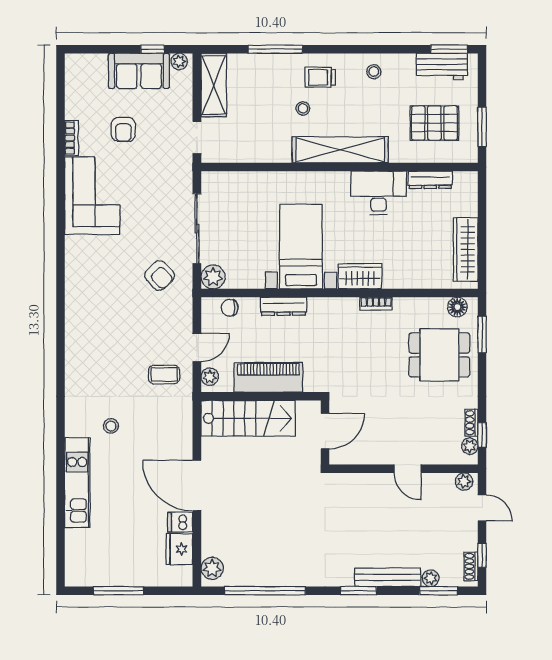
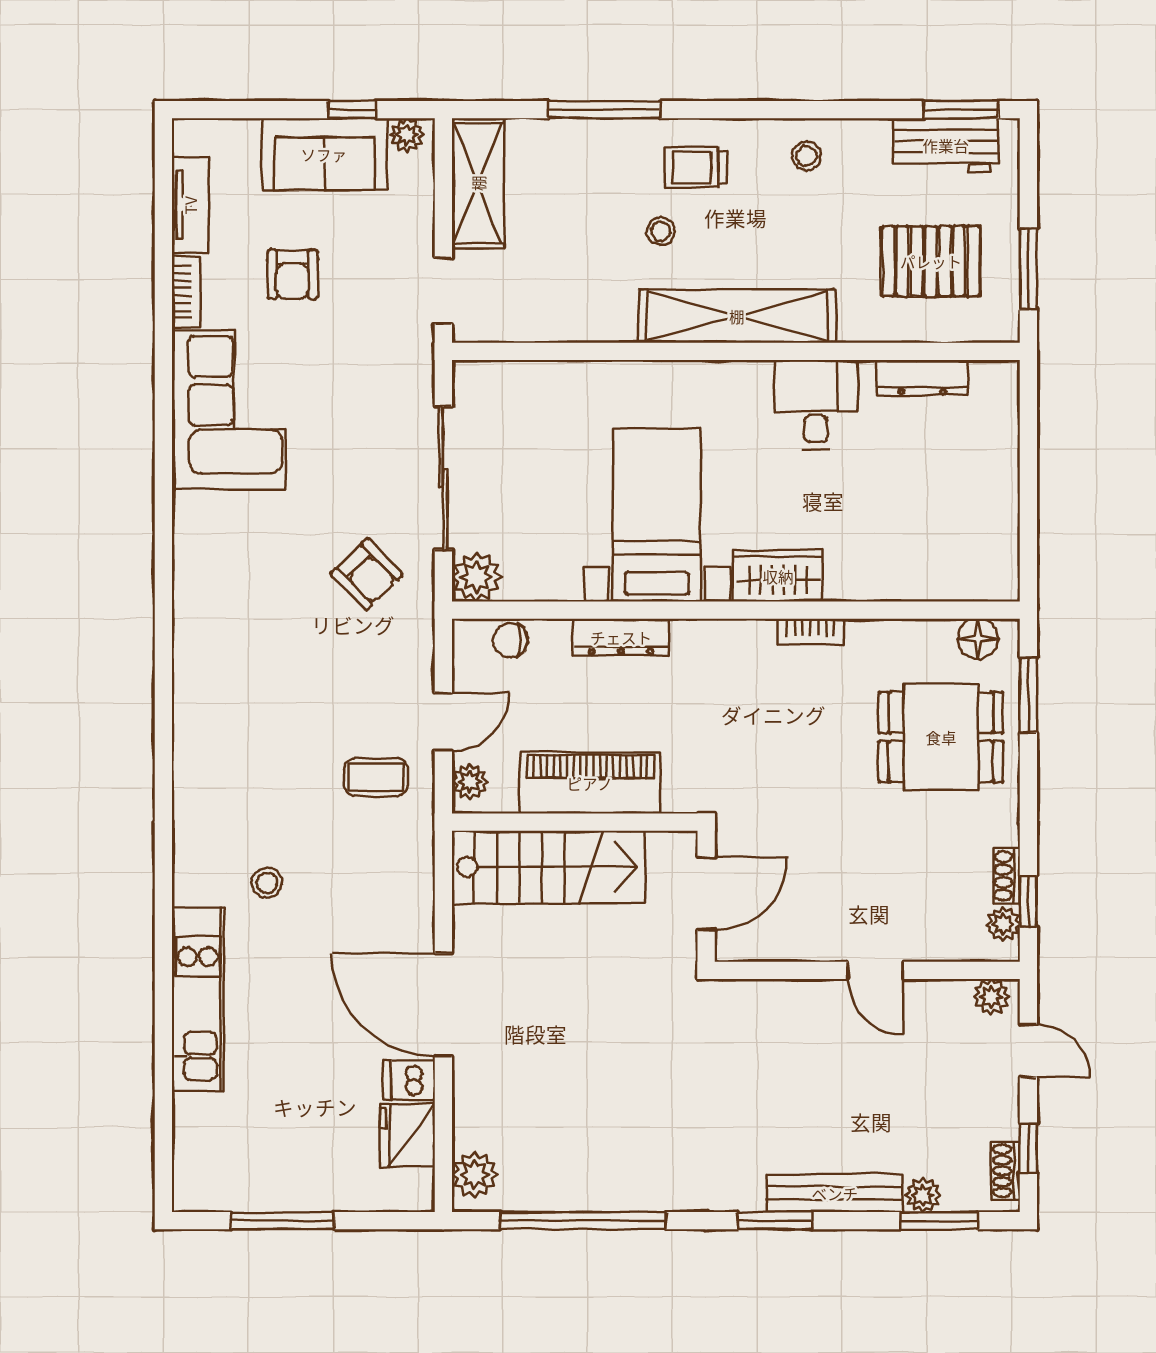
tv unit: (74, 96) -> (190, 205), added
desk: (379, 193) -> (816, 405), width x0.73
wardrobe: (466, 249) -> (995, 521), removed

